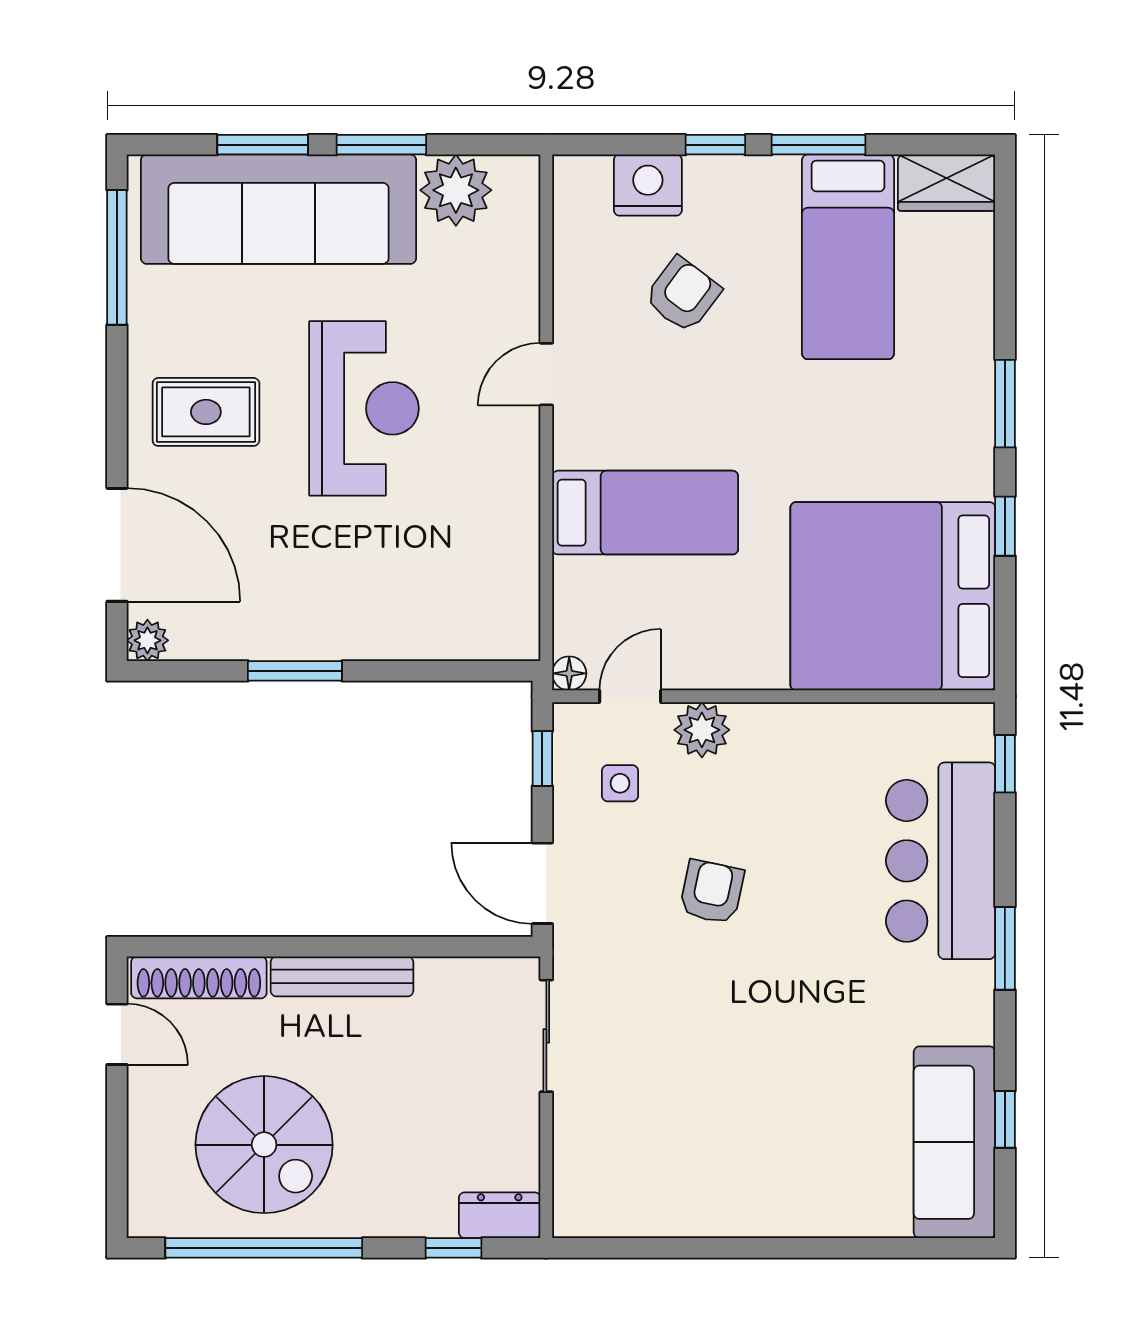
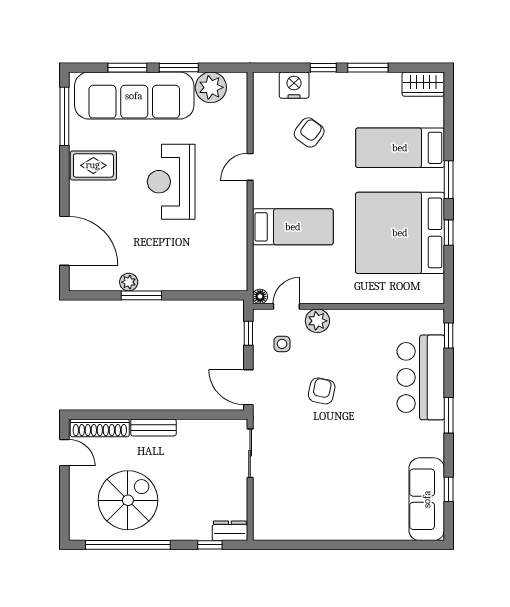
bed: (848, 257) -> (400, 148), moved, turned 90
reception desk: (364, 408) -> (171, 182), turned 180
rug: (206, 412) -> (93, 165), moved
bed: (893, 596) -> (400, 233), moved
plant: (147, 640) -> (129, 282), moved
bench: (342, 976) -> (153, 428), width x0.73
spiral stairs: (264, 1145) -> (128, 500), turned -90

